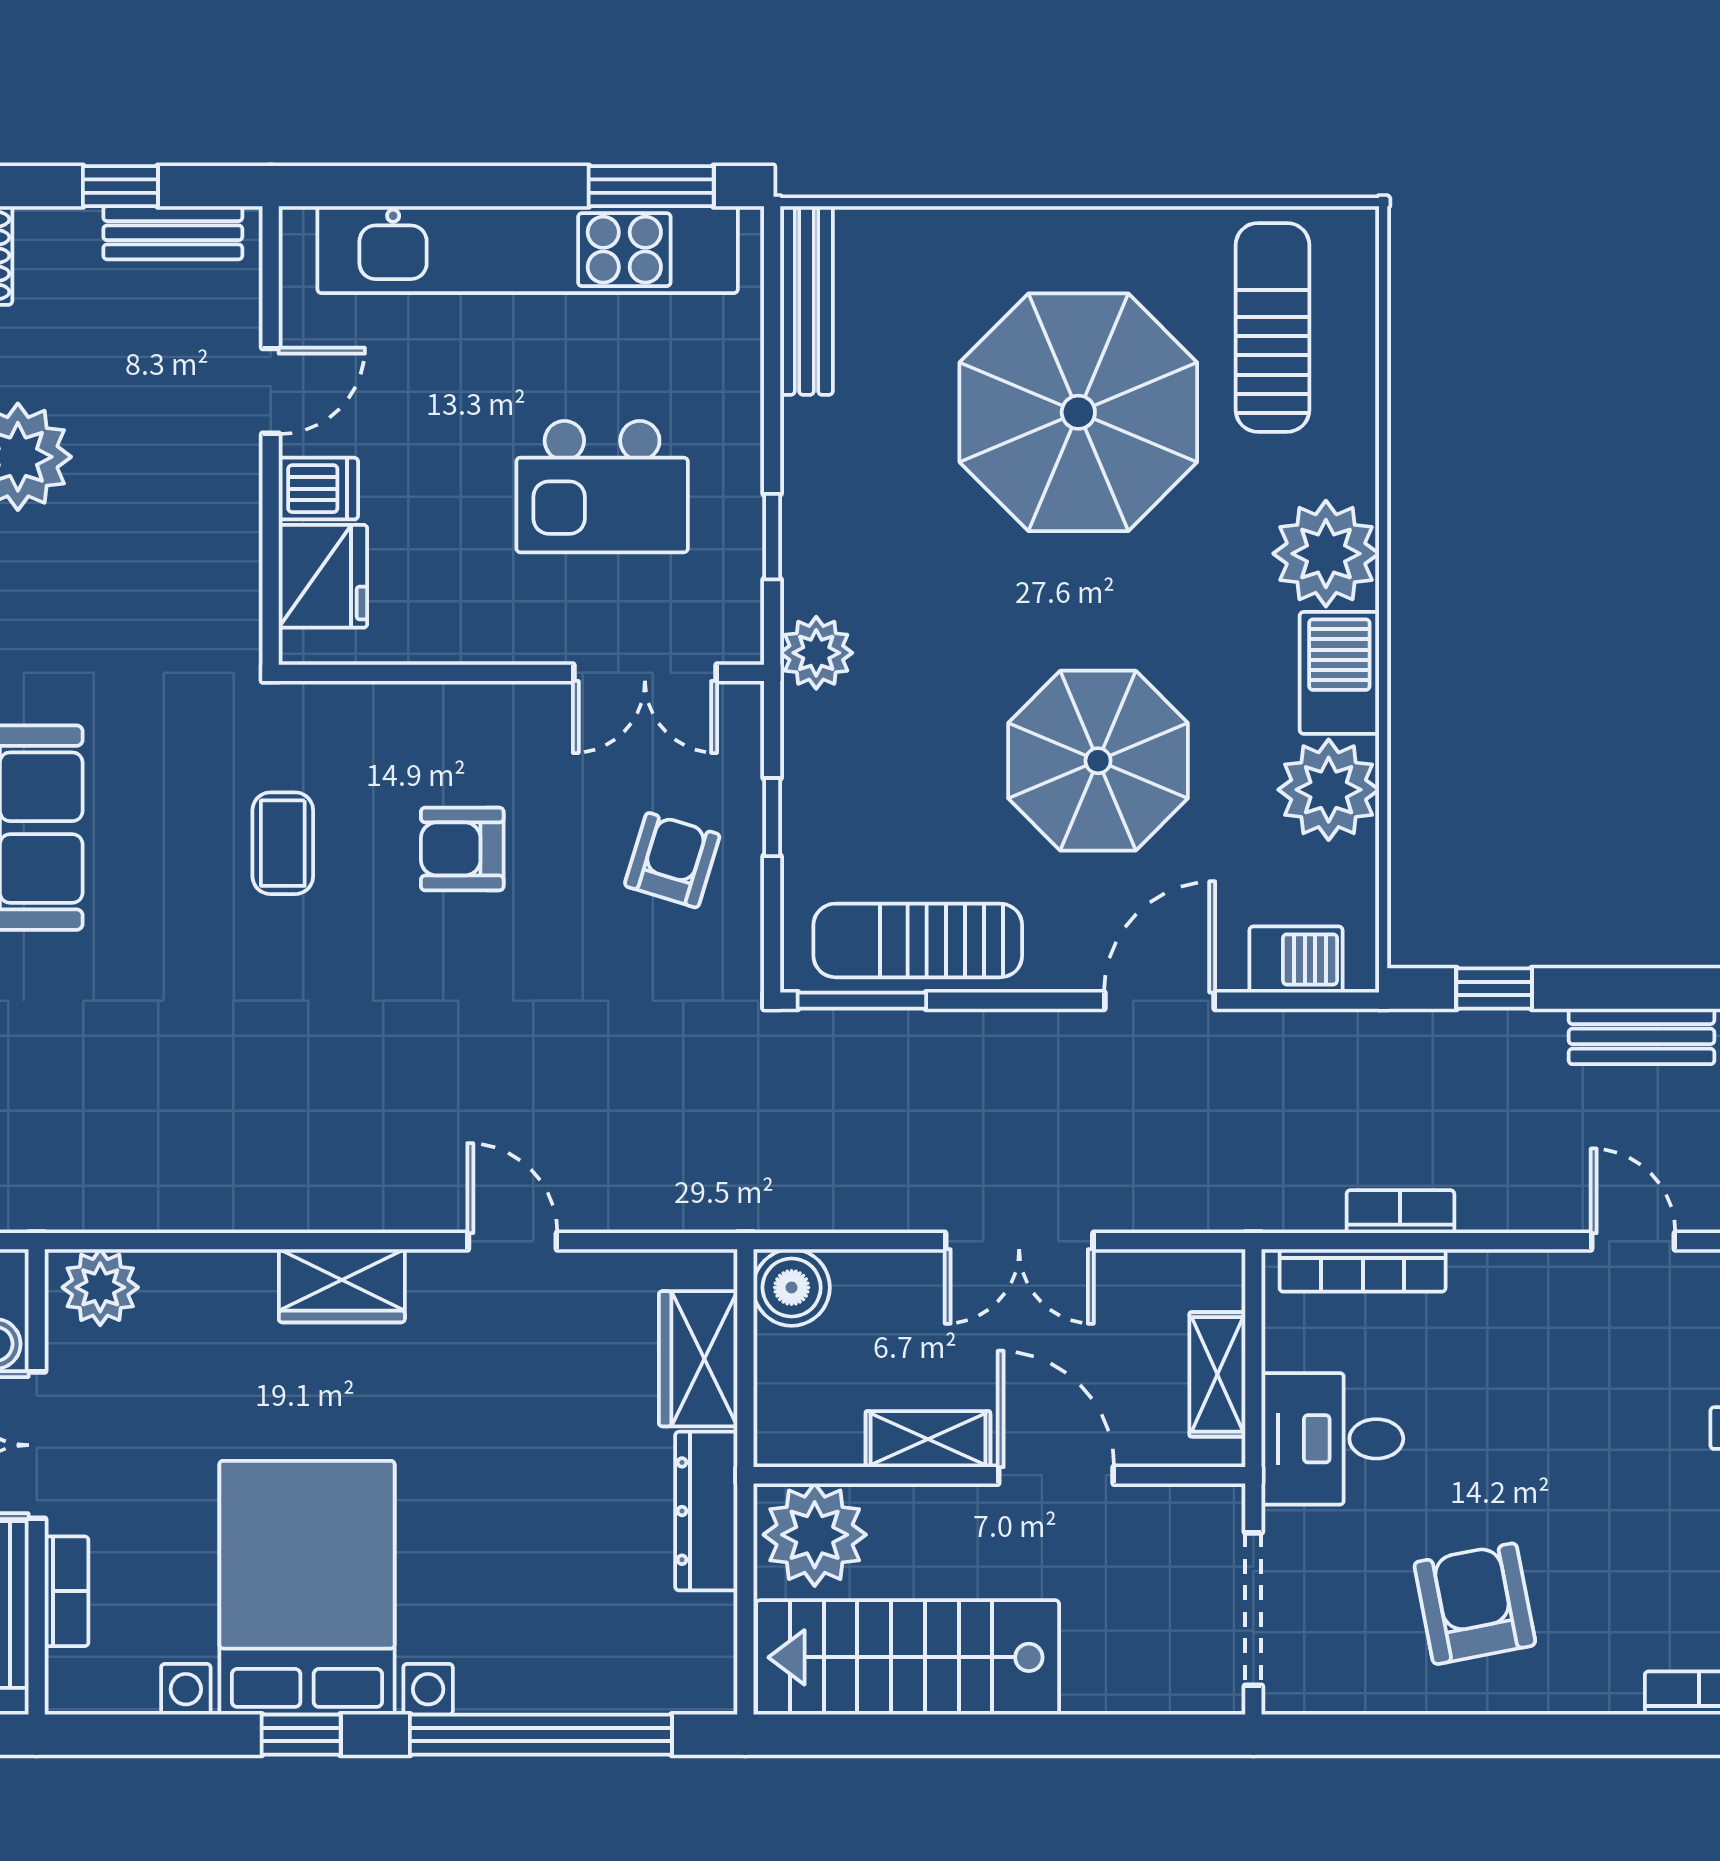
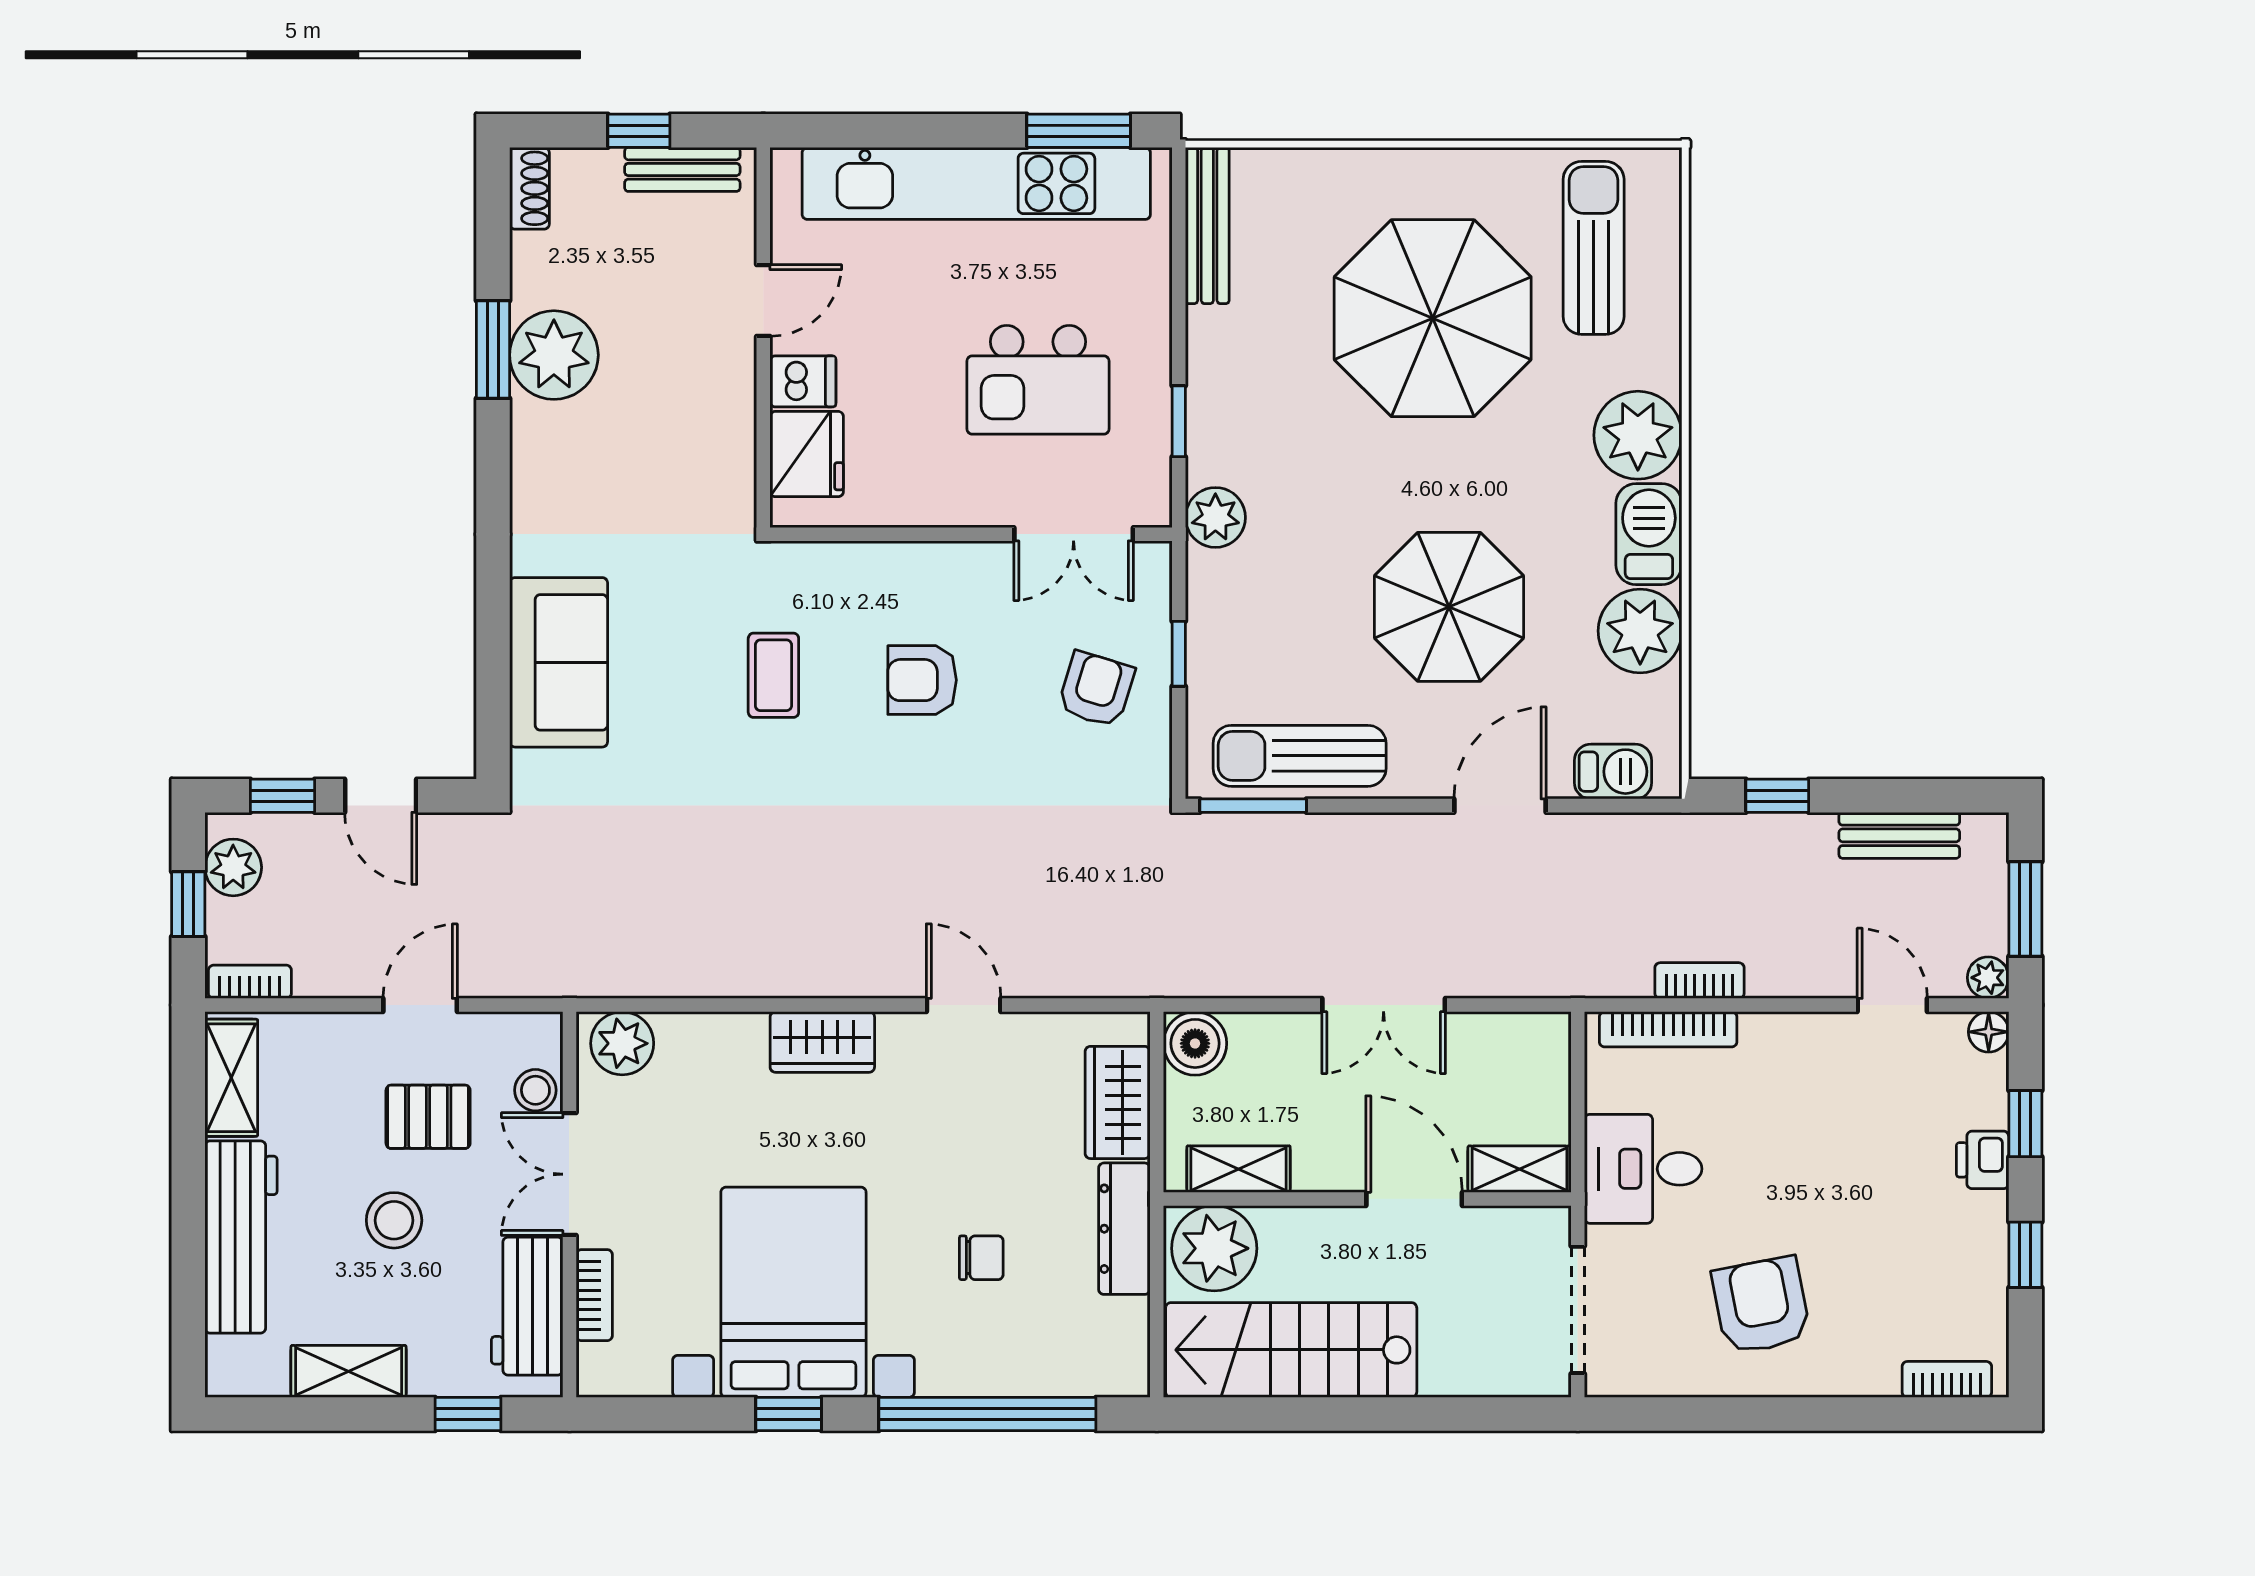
shelving: (1217, 1374) -> (1520, 1169), moved, turned 90
shelving: (928, 1439) -> (1239, 1169), moved
chair: (534, 1546) -> (981, 1258), added

